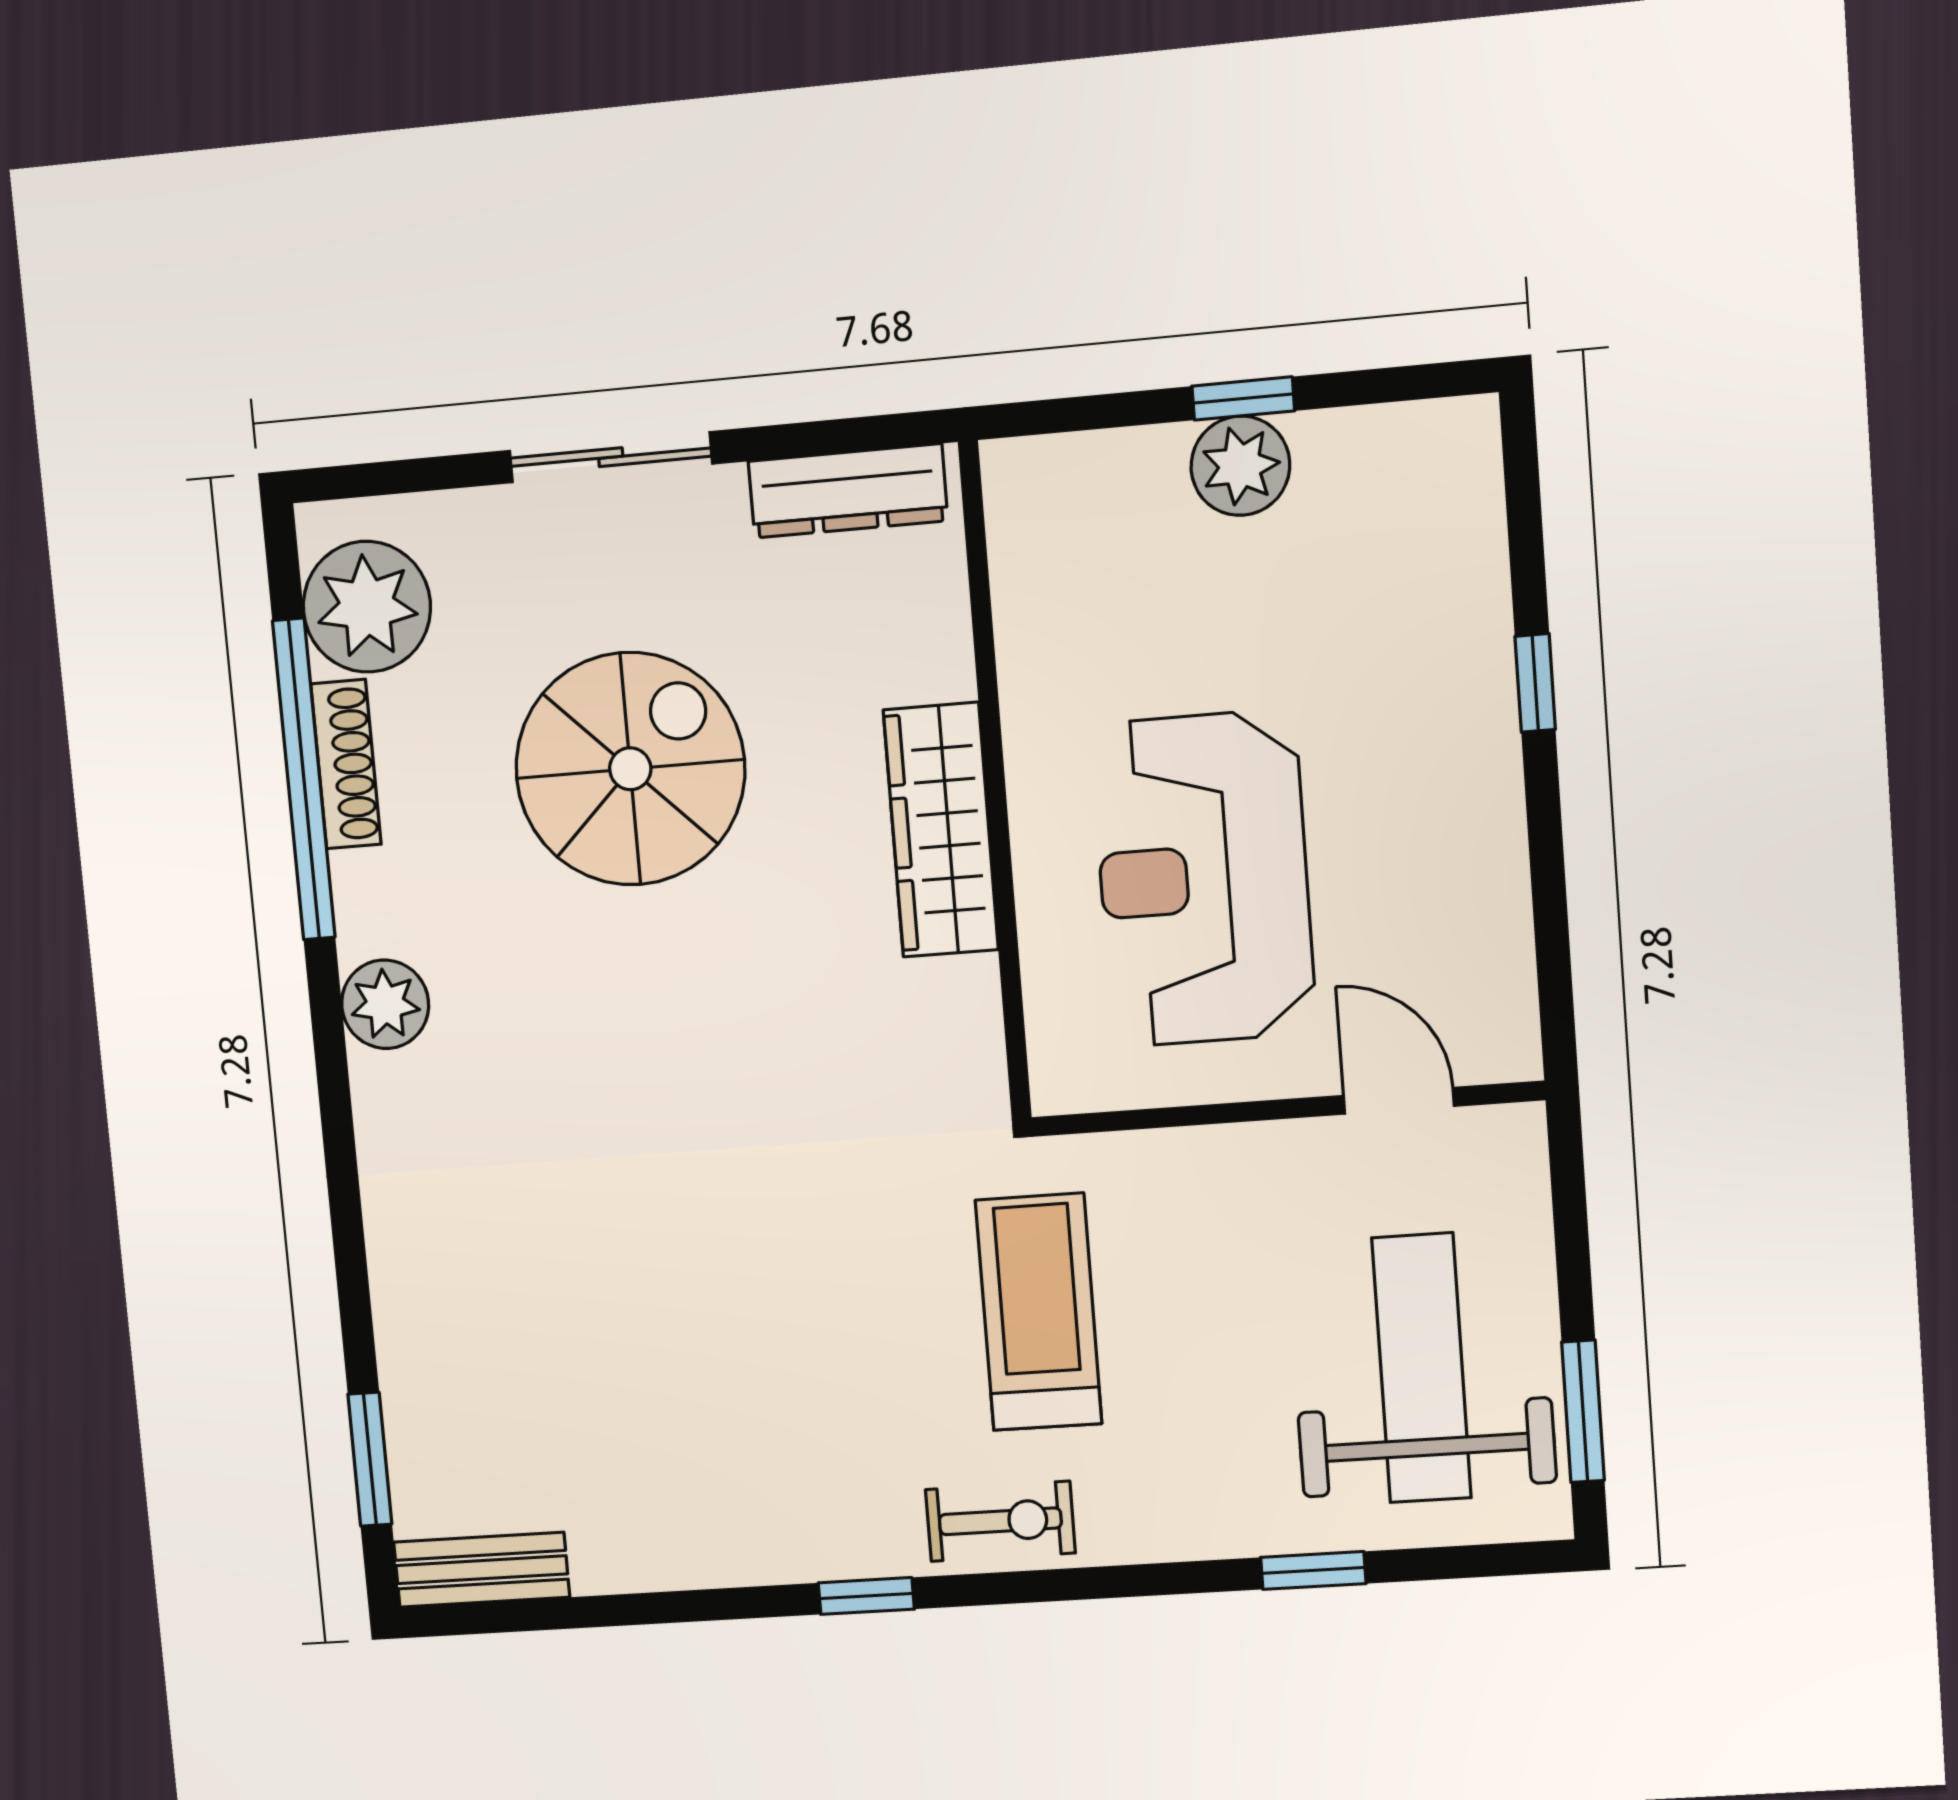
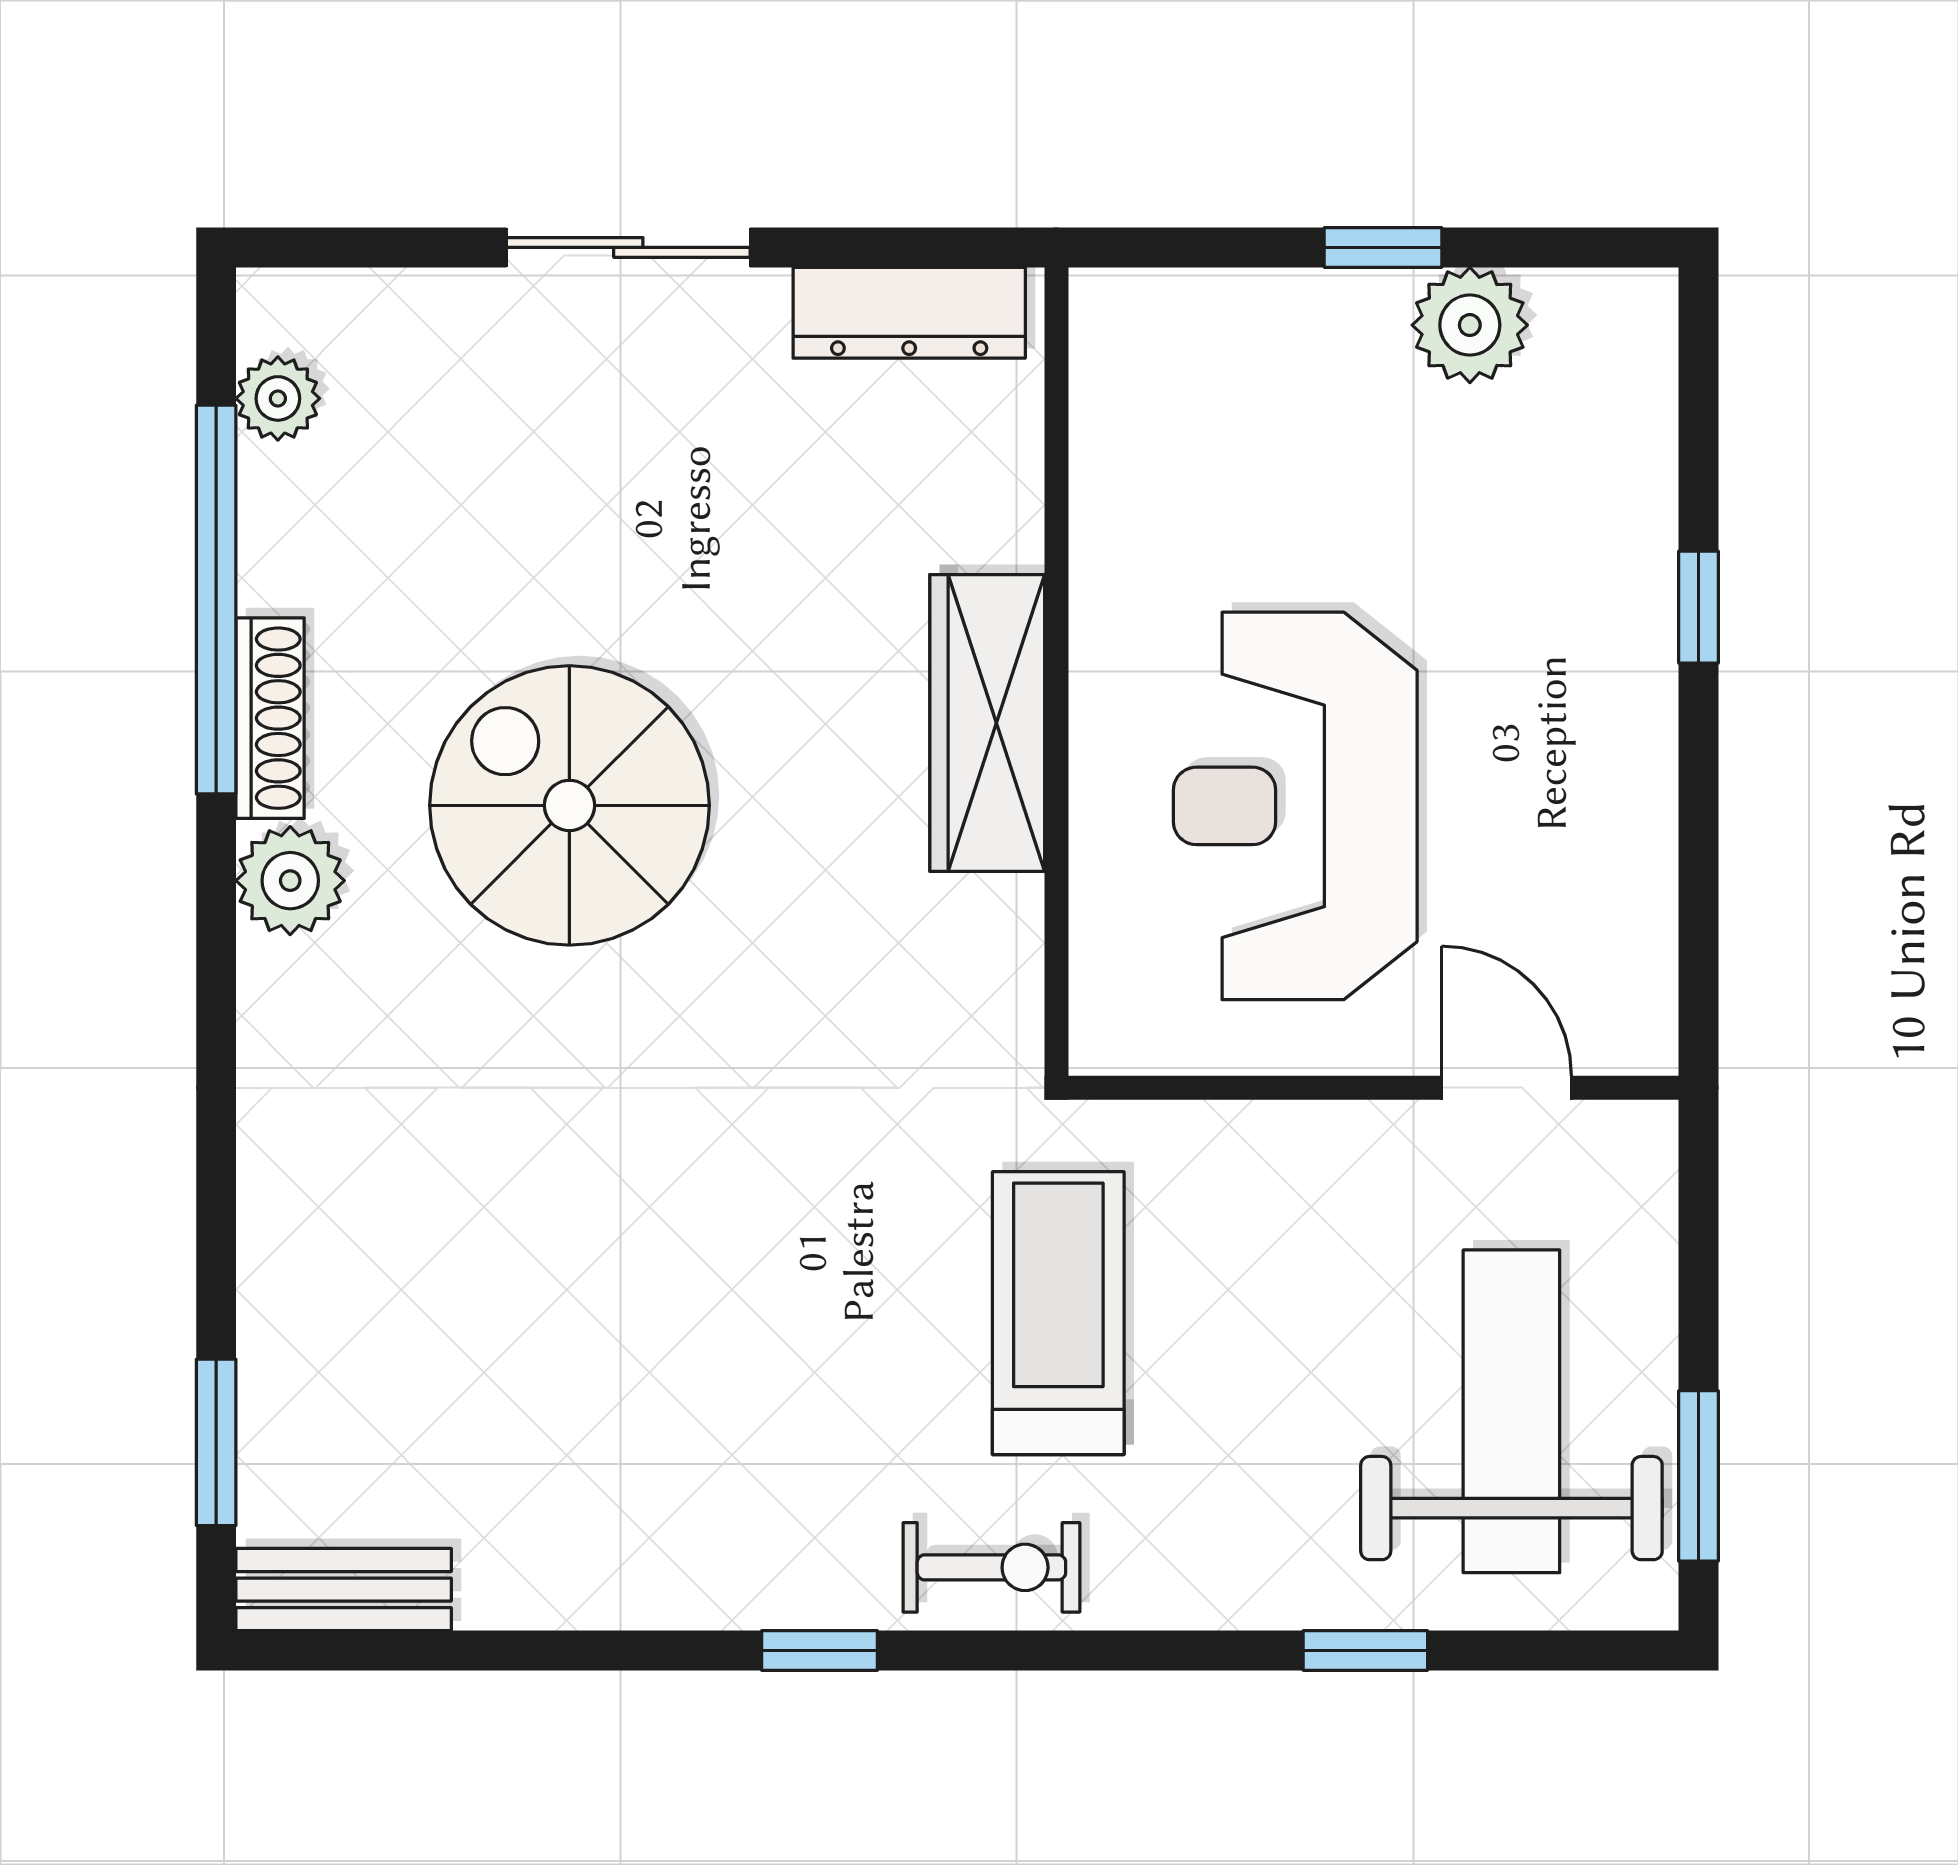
plant: (1240, 466) -> (1470, 325), moved
plant: (367, 607) -> (278, 398), width x0.53, depth x0.53
shoe rack: (346, 764) -> (270, 718), moved
spiral stairs: (630, 769) -> (569, 805), moved, turned -90

